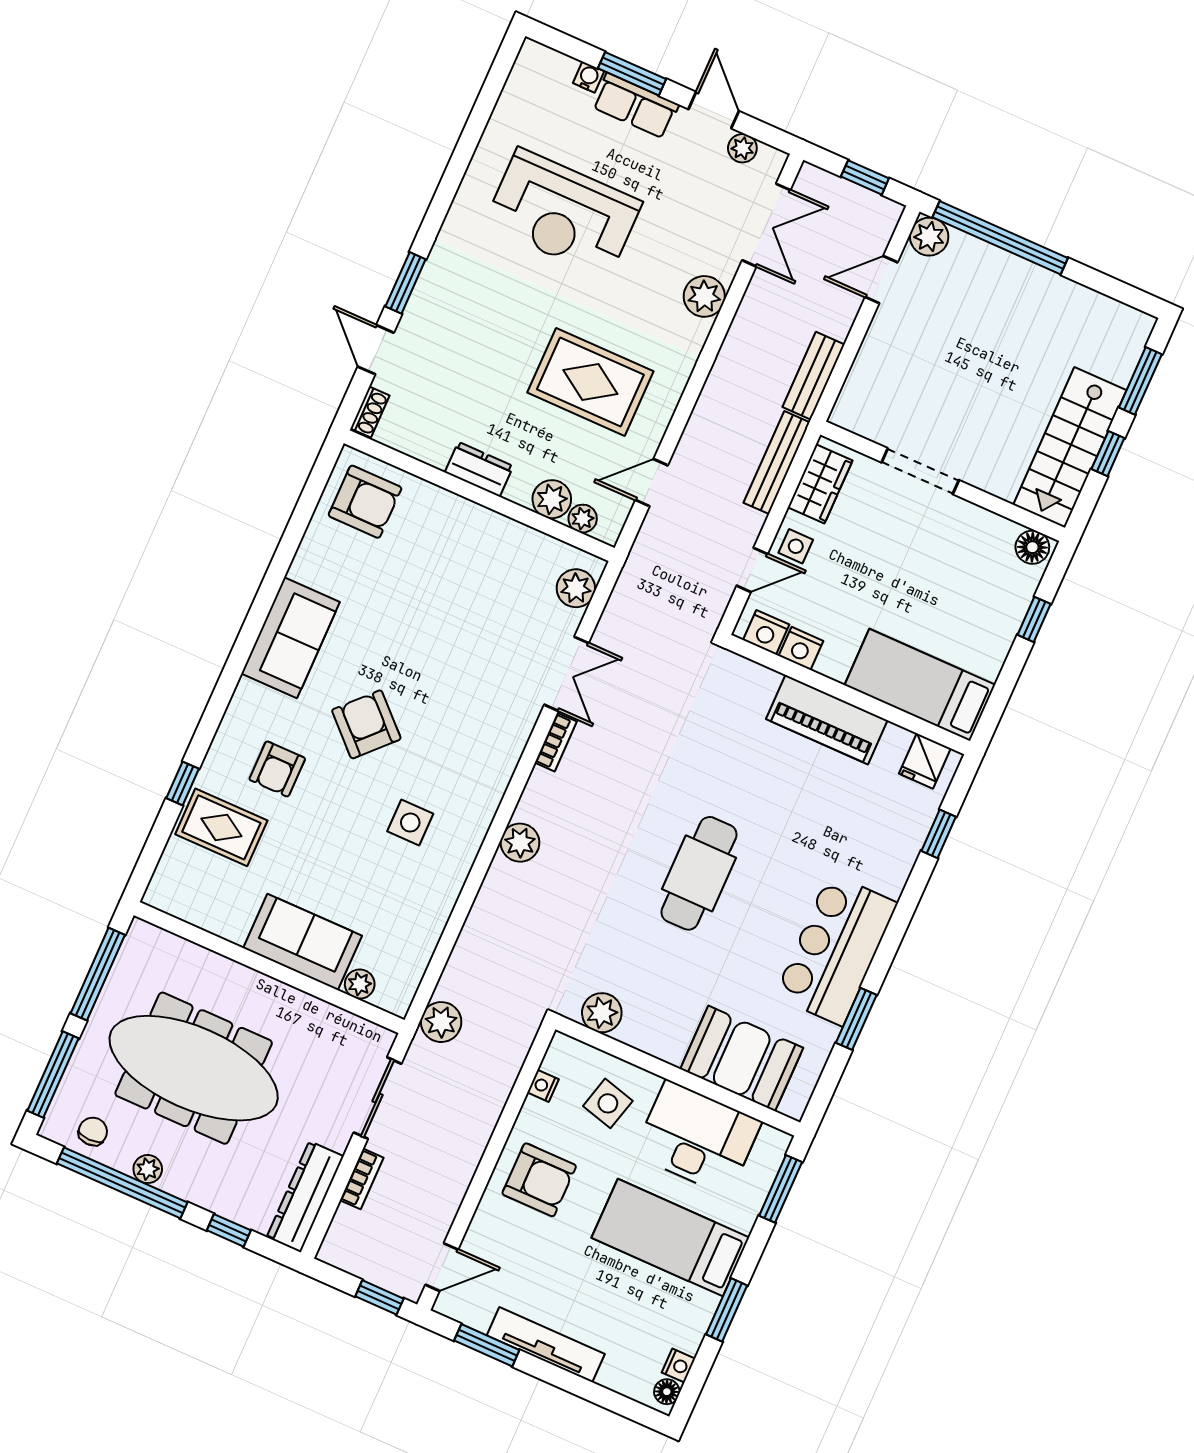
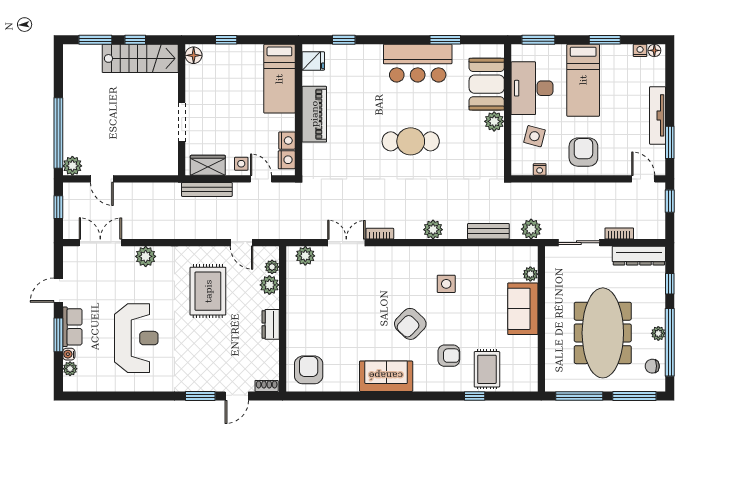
plant: (742, 148) -> (70, 369), moved
bench: (814, 376) -> (488, 231), moved
plant: (602, 1013) -> (494, 121), moved

